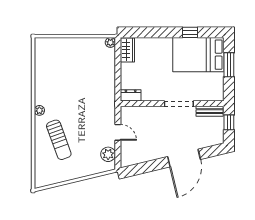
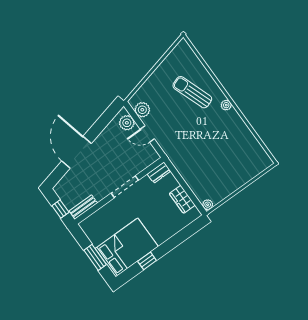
wardrobe: (127, 50) -> (182, 199), moved
doorway: (179, 104) -> (125, 187), moved
plant: (128, 153) -> (127, 123), added

